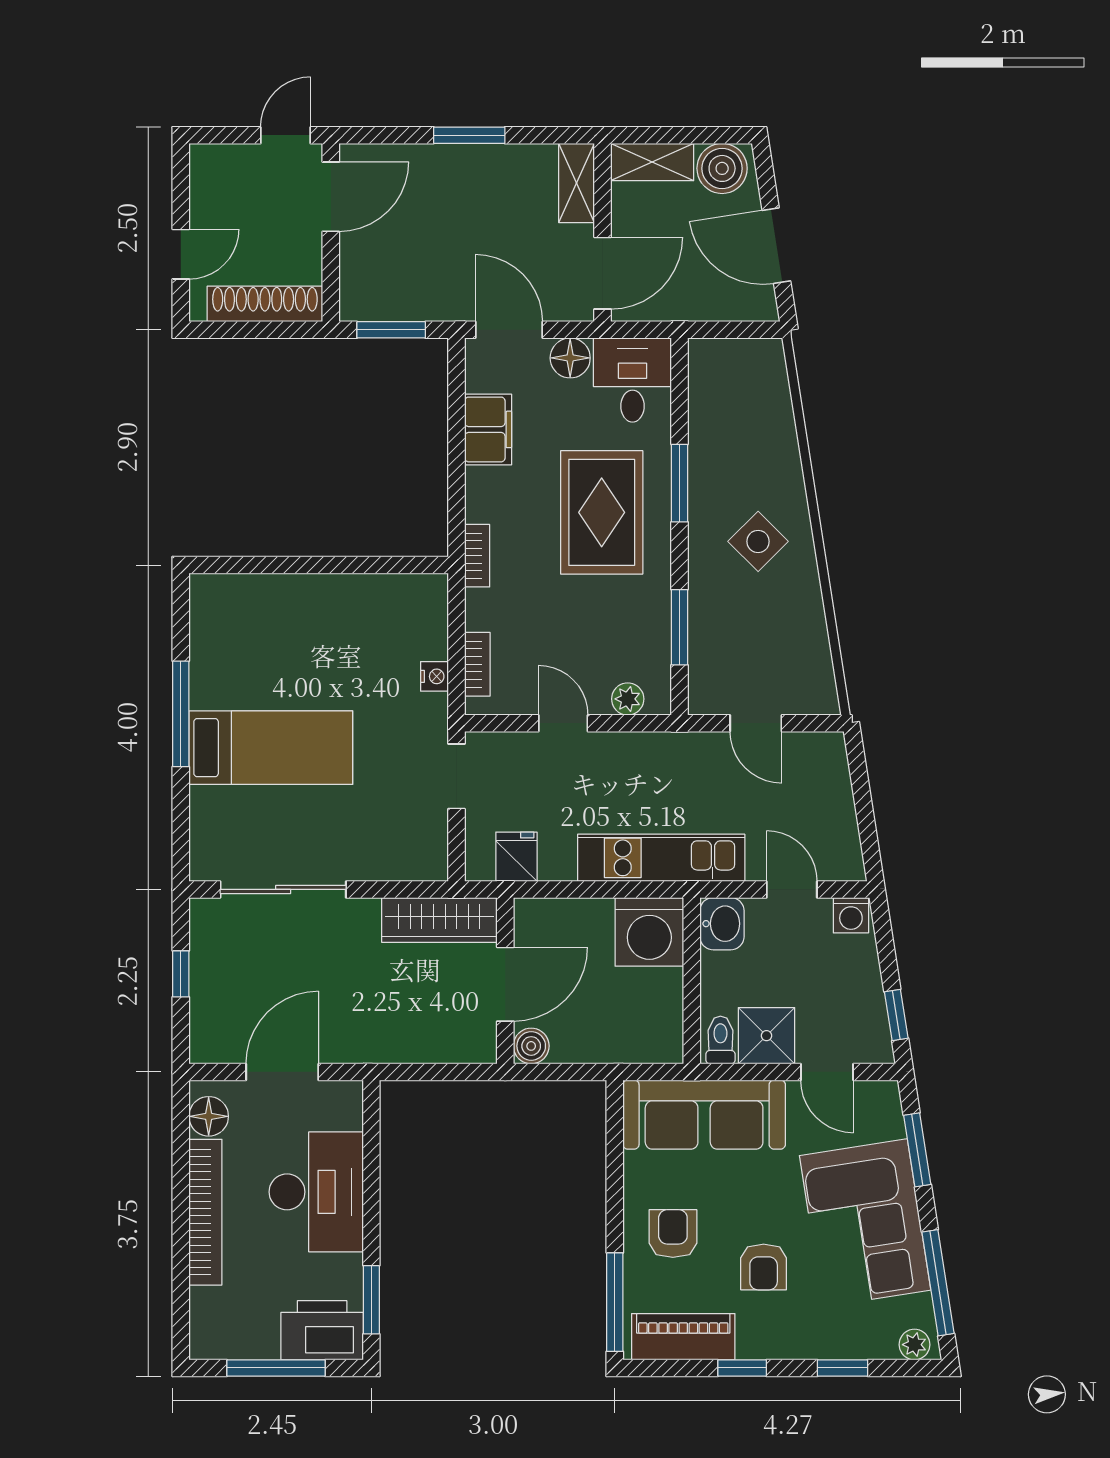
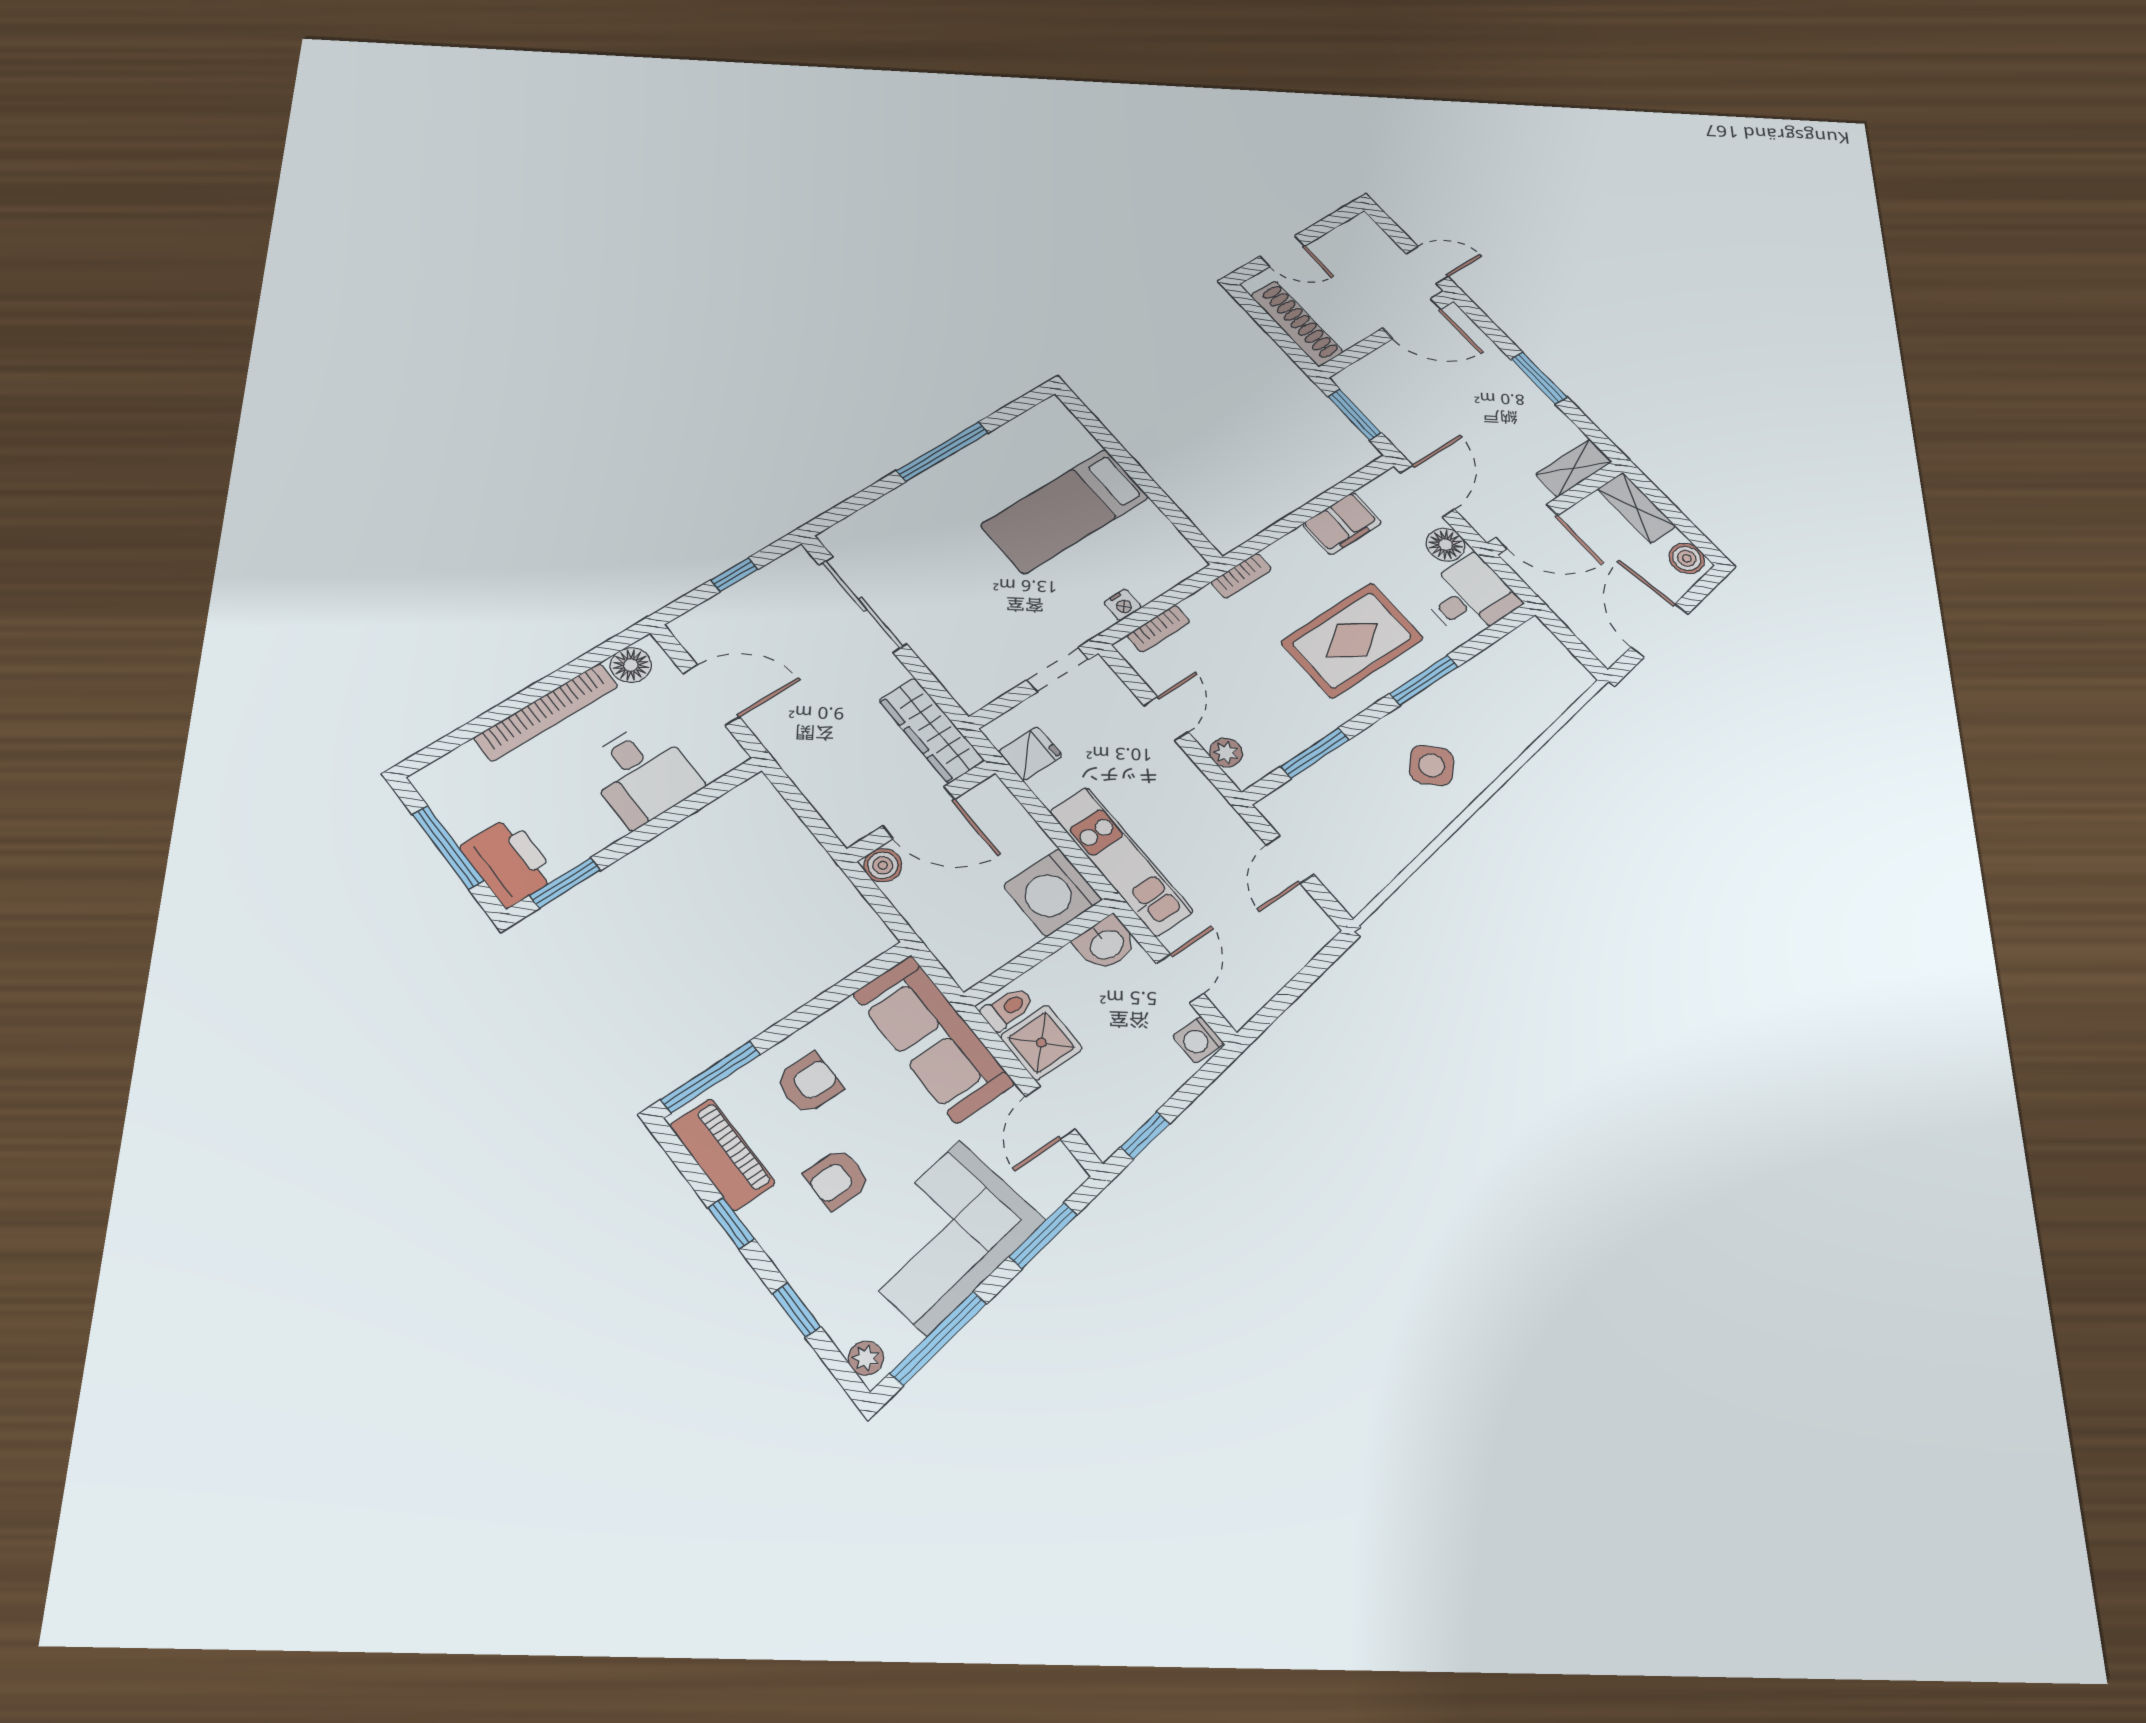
boiler: (722, 168) -> (1687, 558), width x0.73, depth x0.73
bed: (271, 748) -> (1065, 511), moved, turned 90
desk: (316, 1192) -> (642, 774), width x0.73

